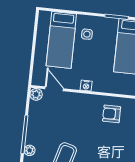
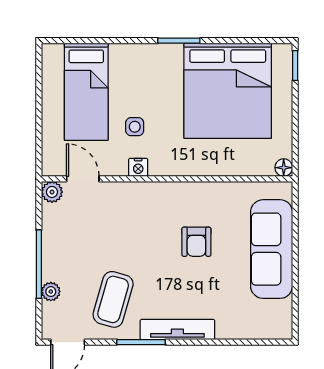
side table: (87, 34) -> (135, 127), moved
armchair: (112, 114) -> (196, 242), moved, turned -90

